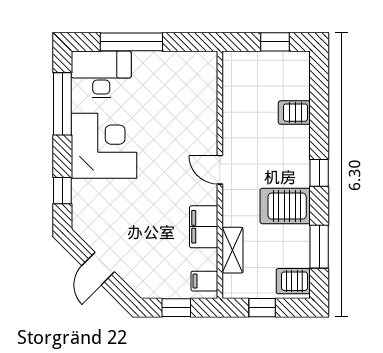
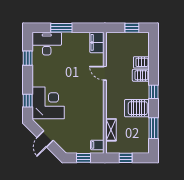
window: (131, 42) -> (61, 28), width x0.69
window: (62, 104) -> (28, 58), width x0.46
corner desk: (104, 146) -> (48, 103), moved
door: (220, 170) -> (105, 73), moved
filing cabinet: (204, 227) -> (97, 42), moved
server rack: (293, 281) -> (141, 75), moved

